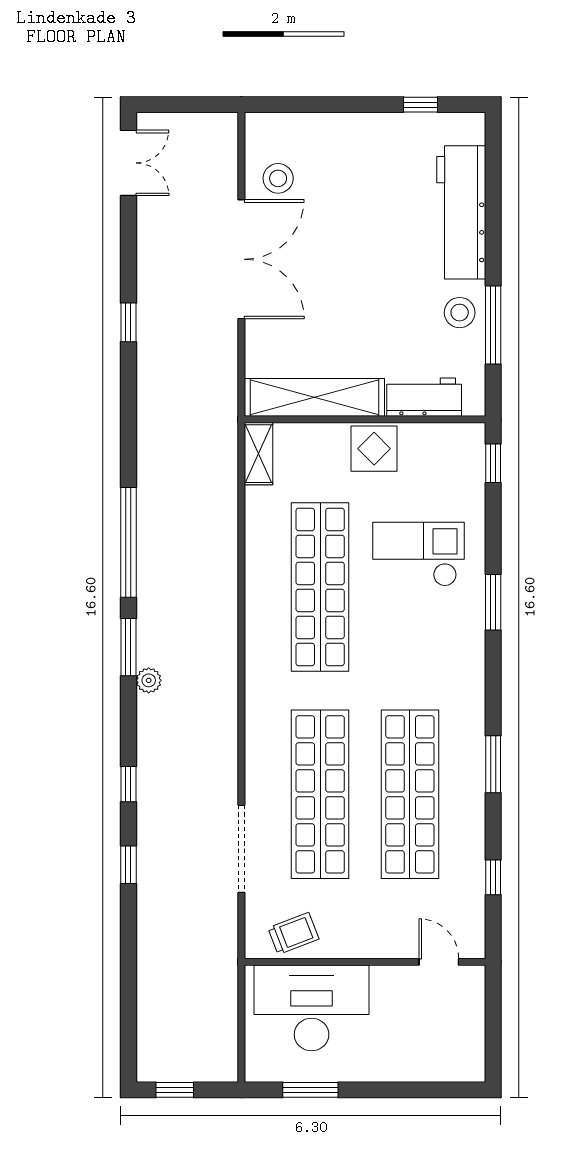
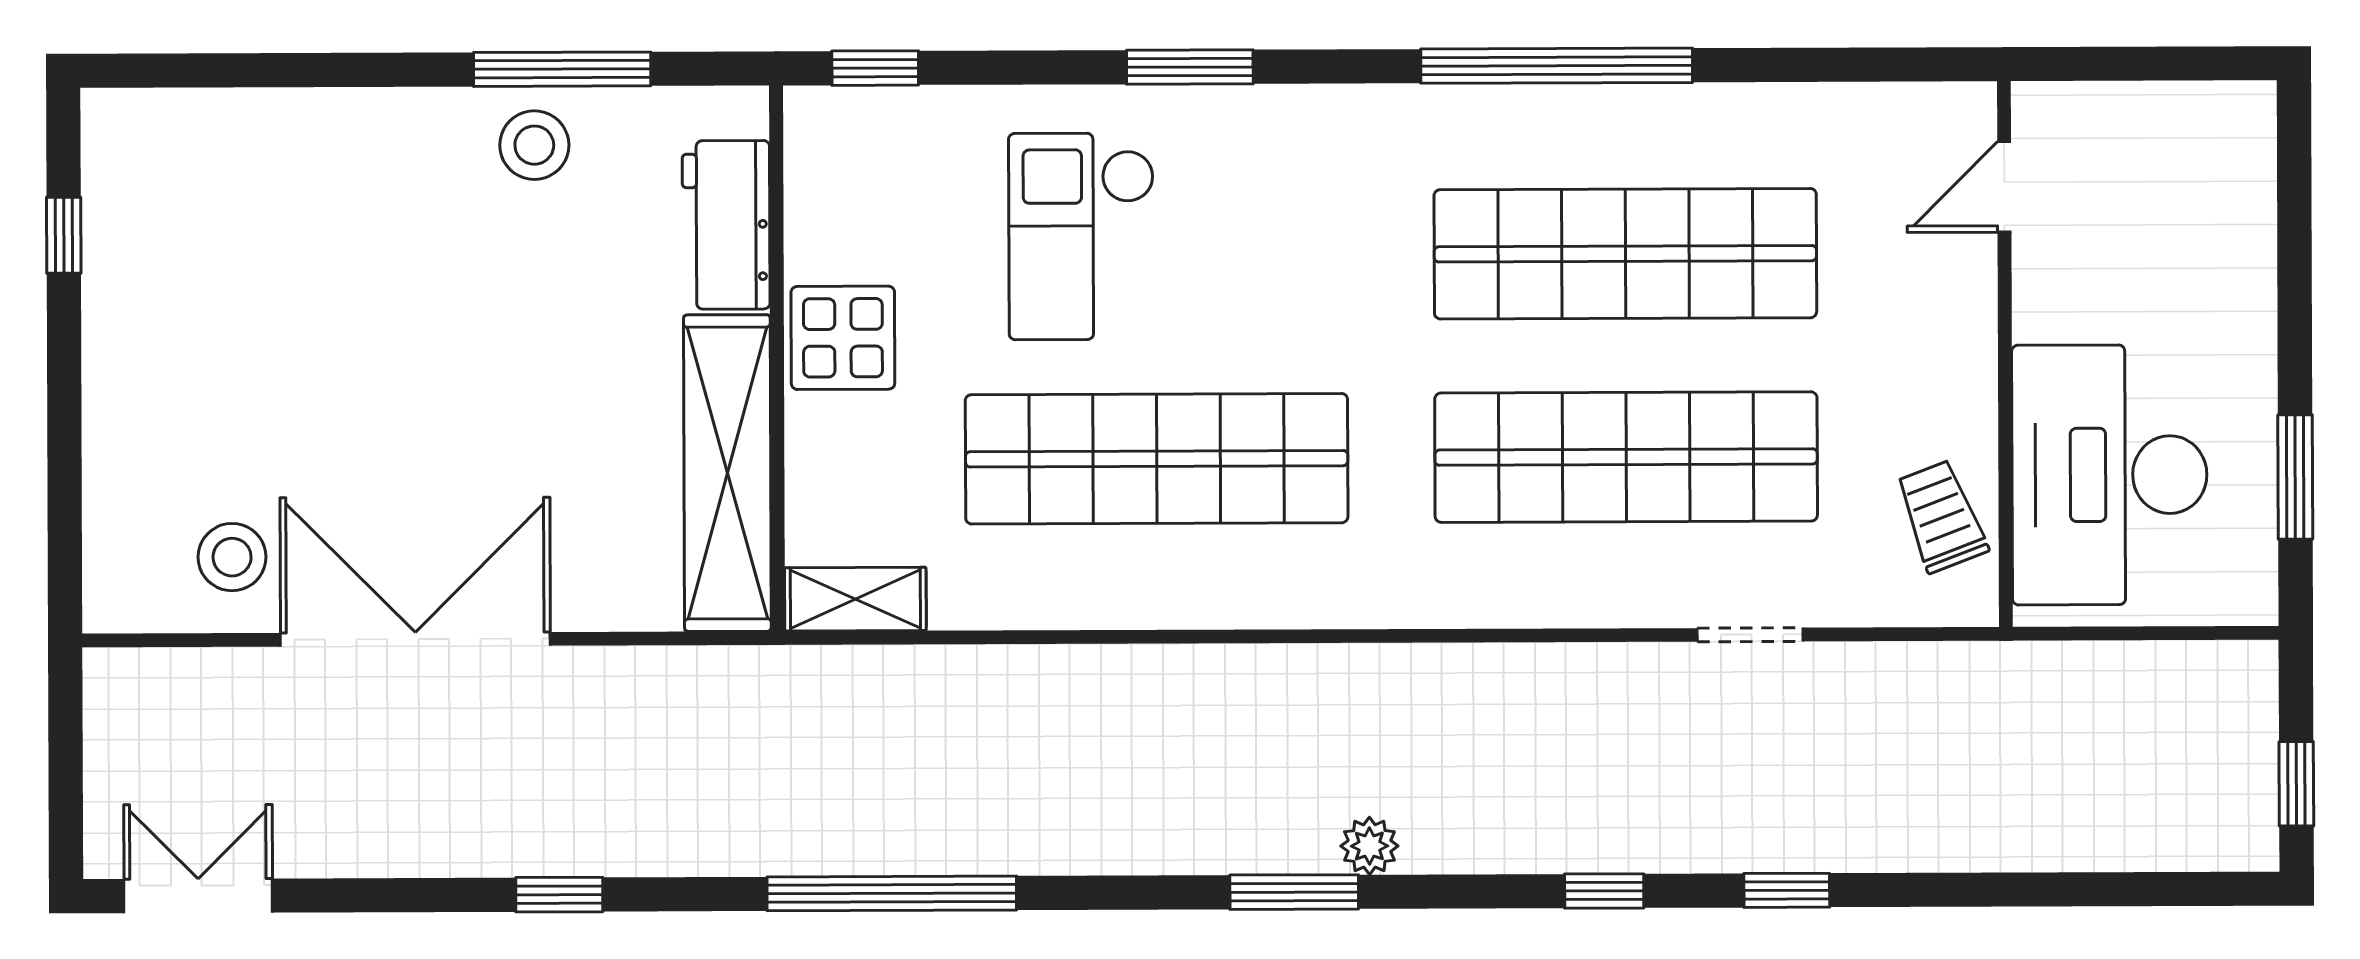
workbench: (461, 212) -> (307, 142), removed
window: (128, 542) -> (892, 893), moved
window: (493, 764) -> (1557, 66), width x2.11
doorway: (241, 849) -> (1750, 635), width x0.53
window: (493, 877) -> (1812, 65), removed

